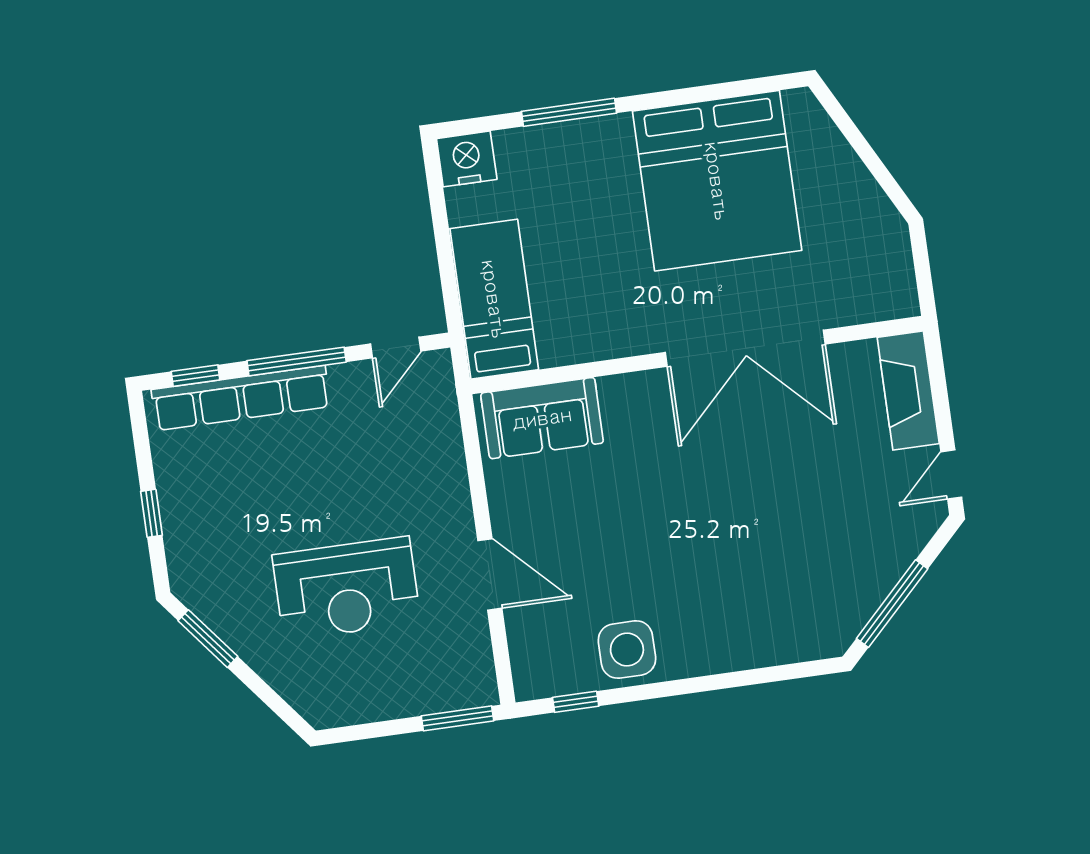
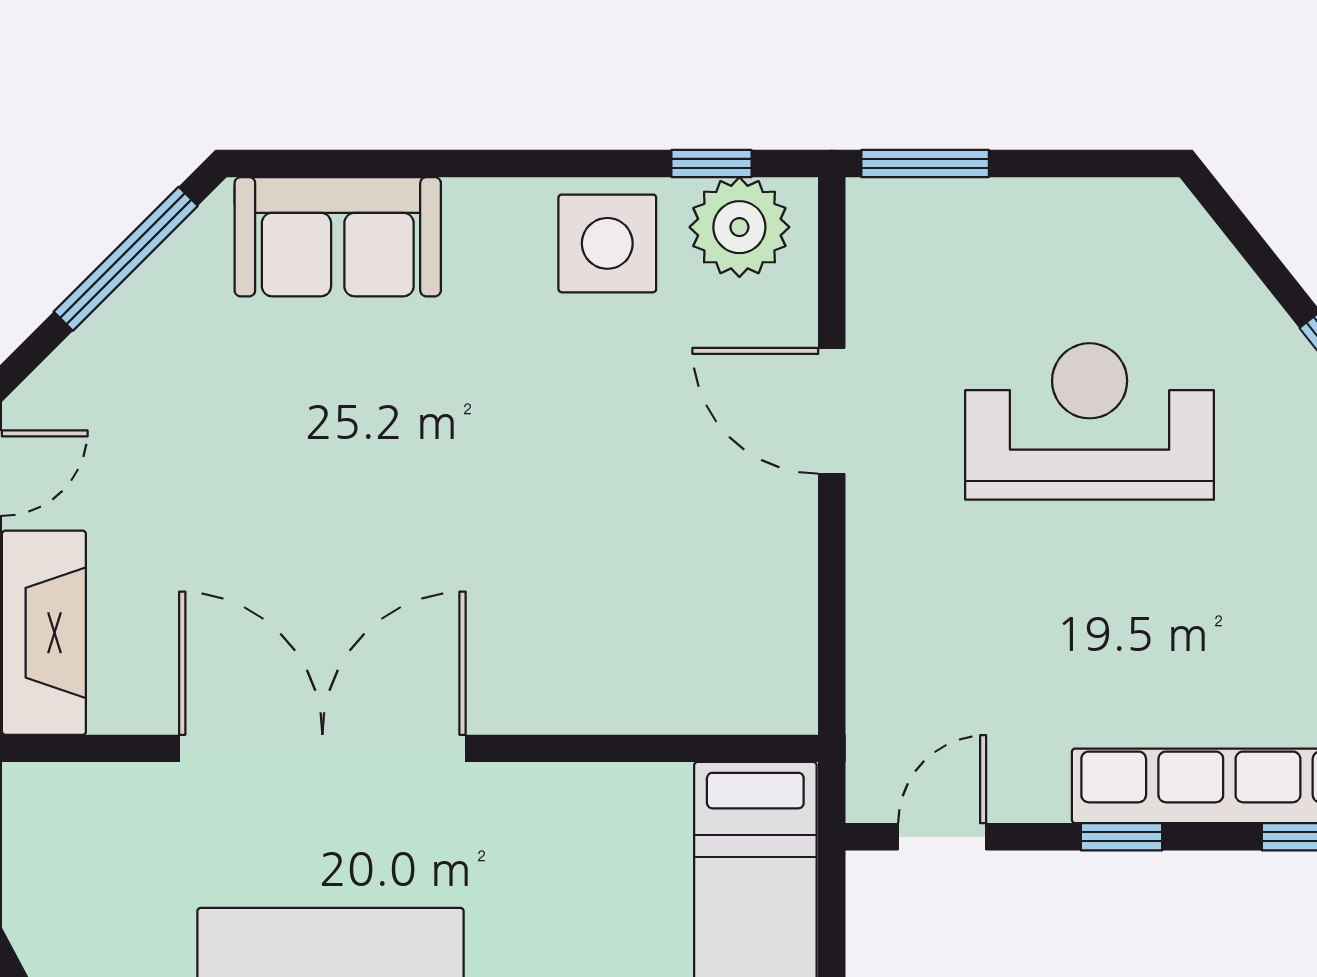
window: (297, 361) -> (1122, 837), width x0.46
sofa: (542, 418) -> (338, 237), moved, turned 180
plant: (555, 669) -> (739, 227), added

